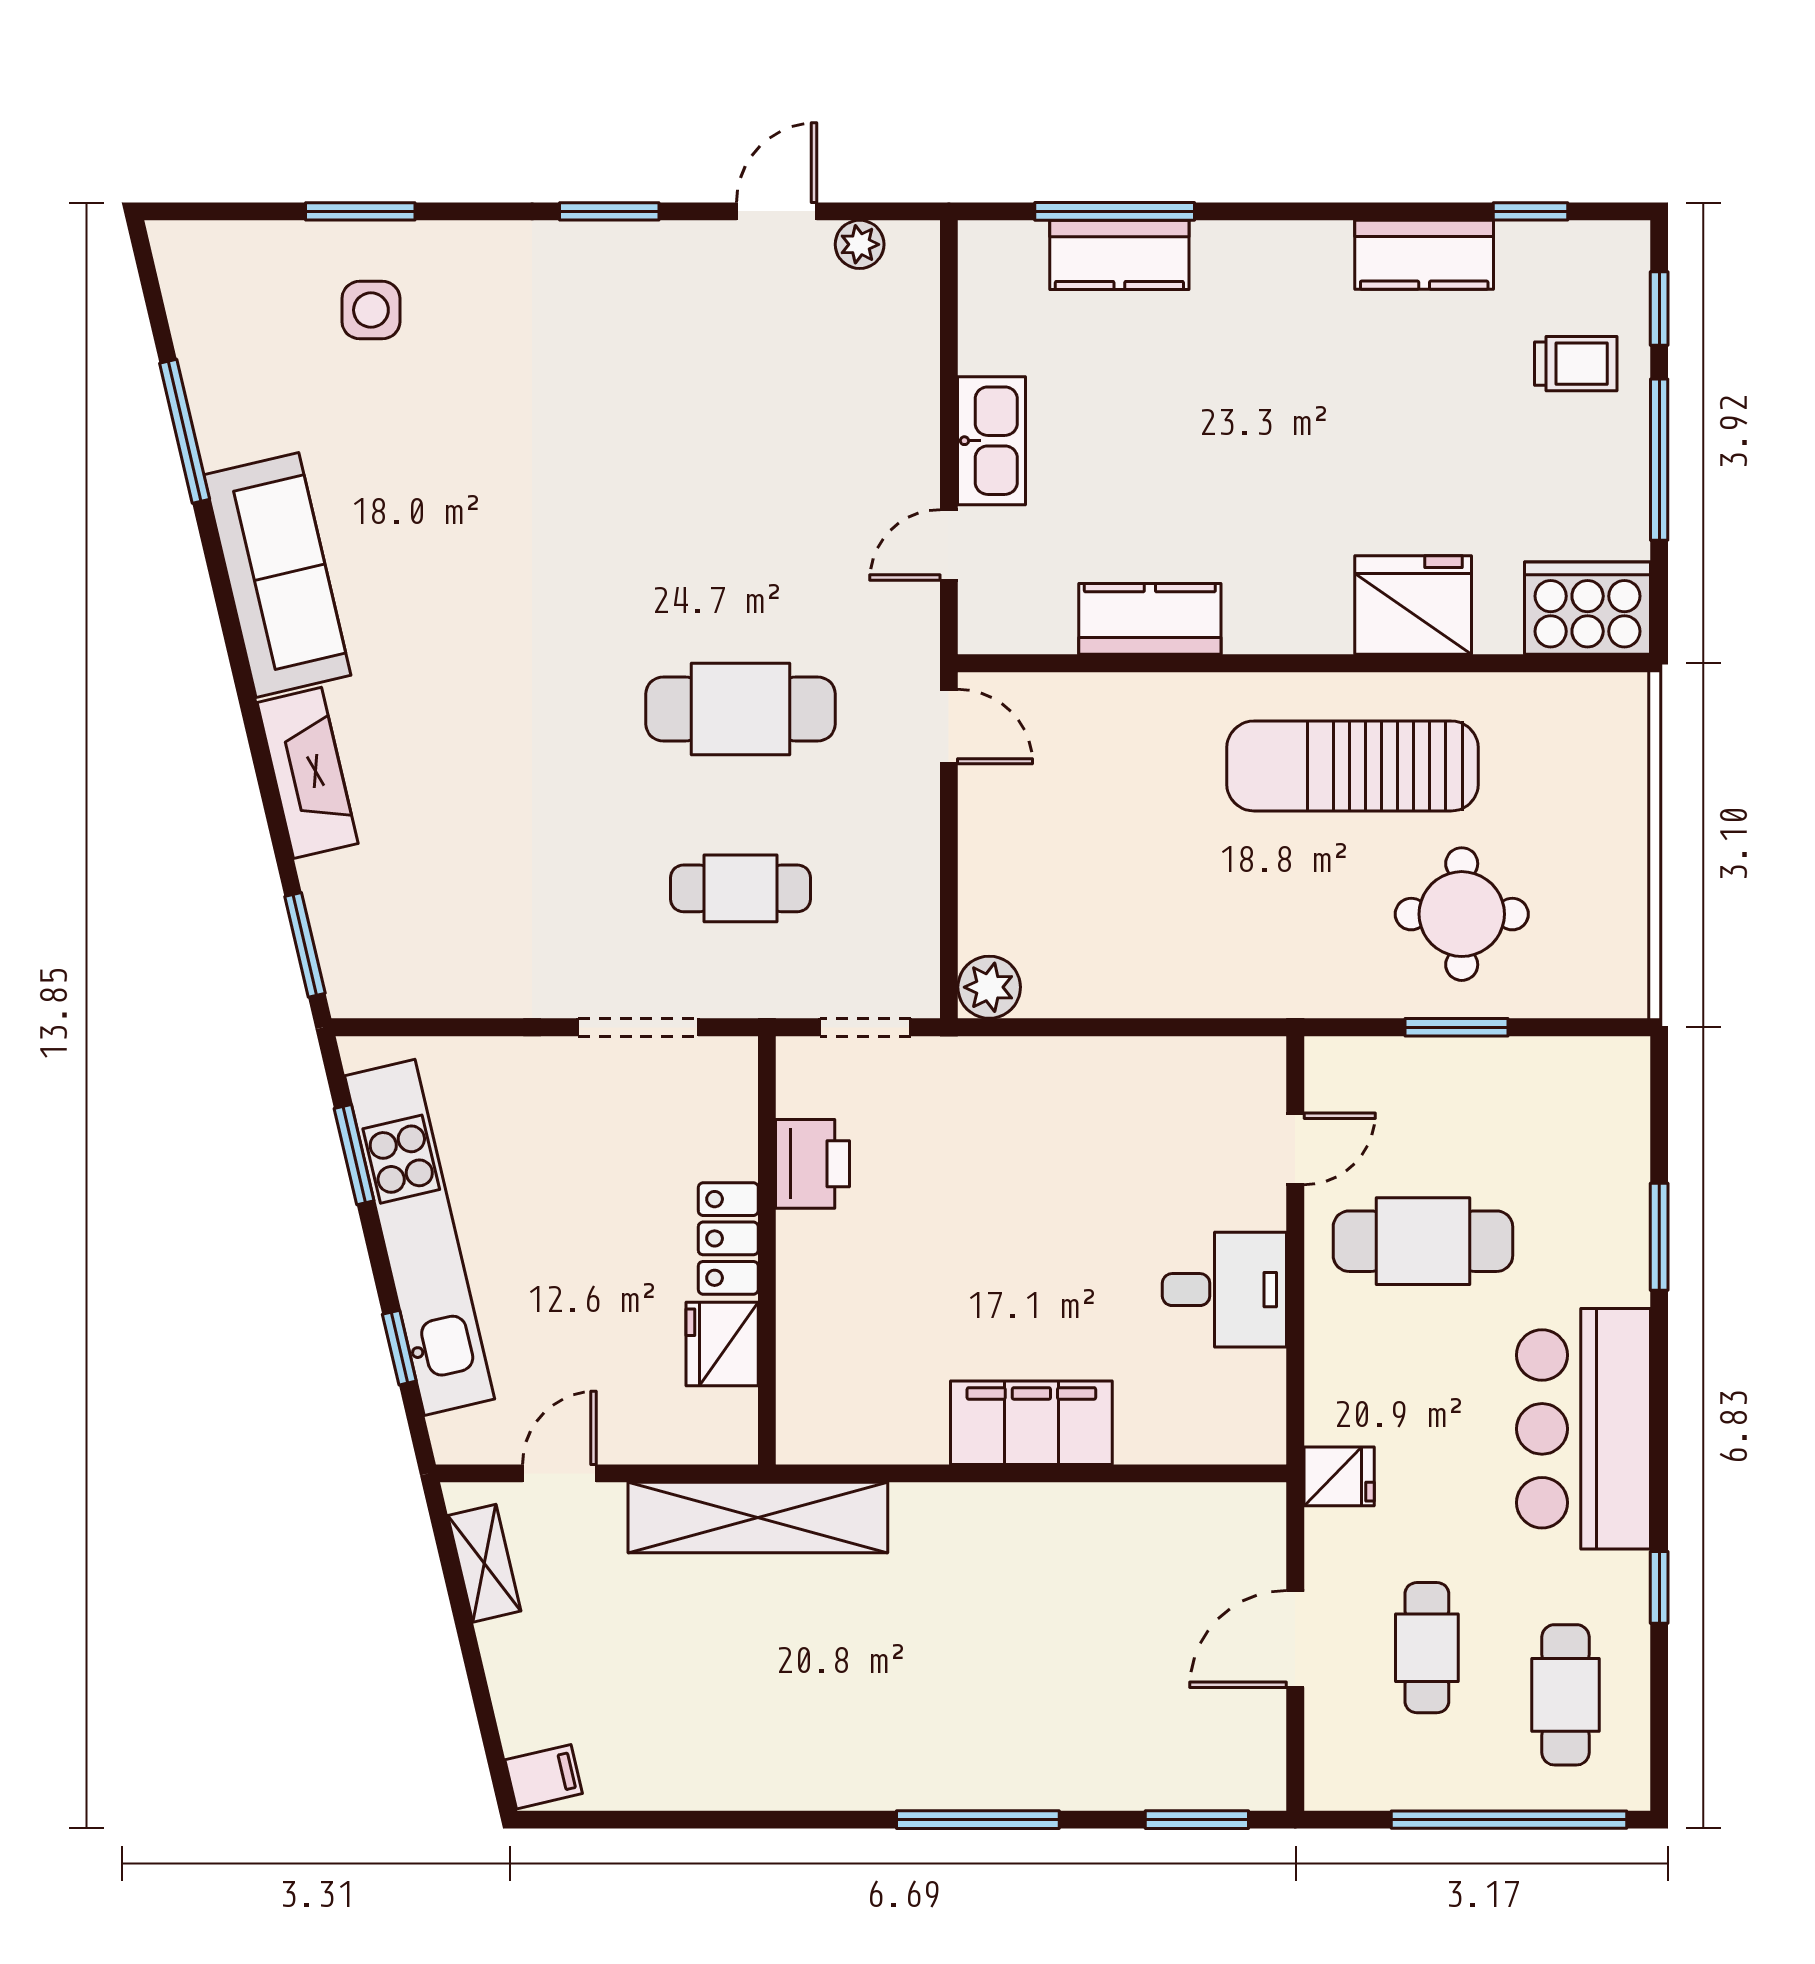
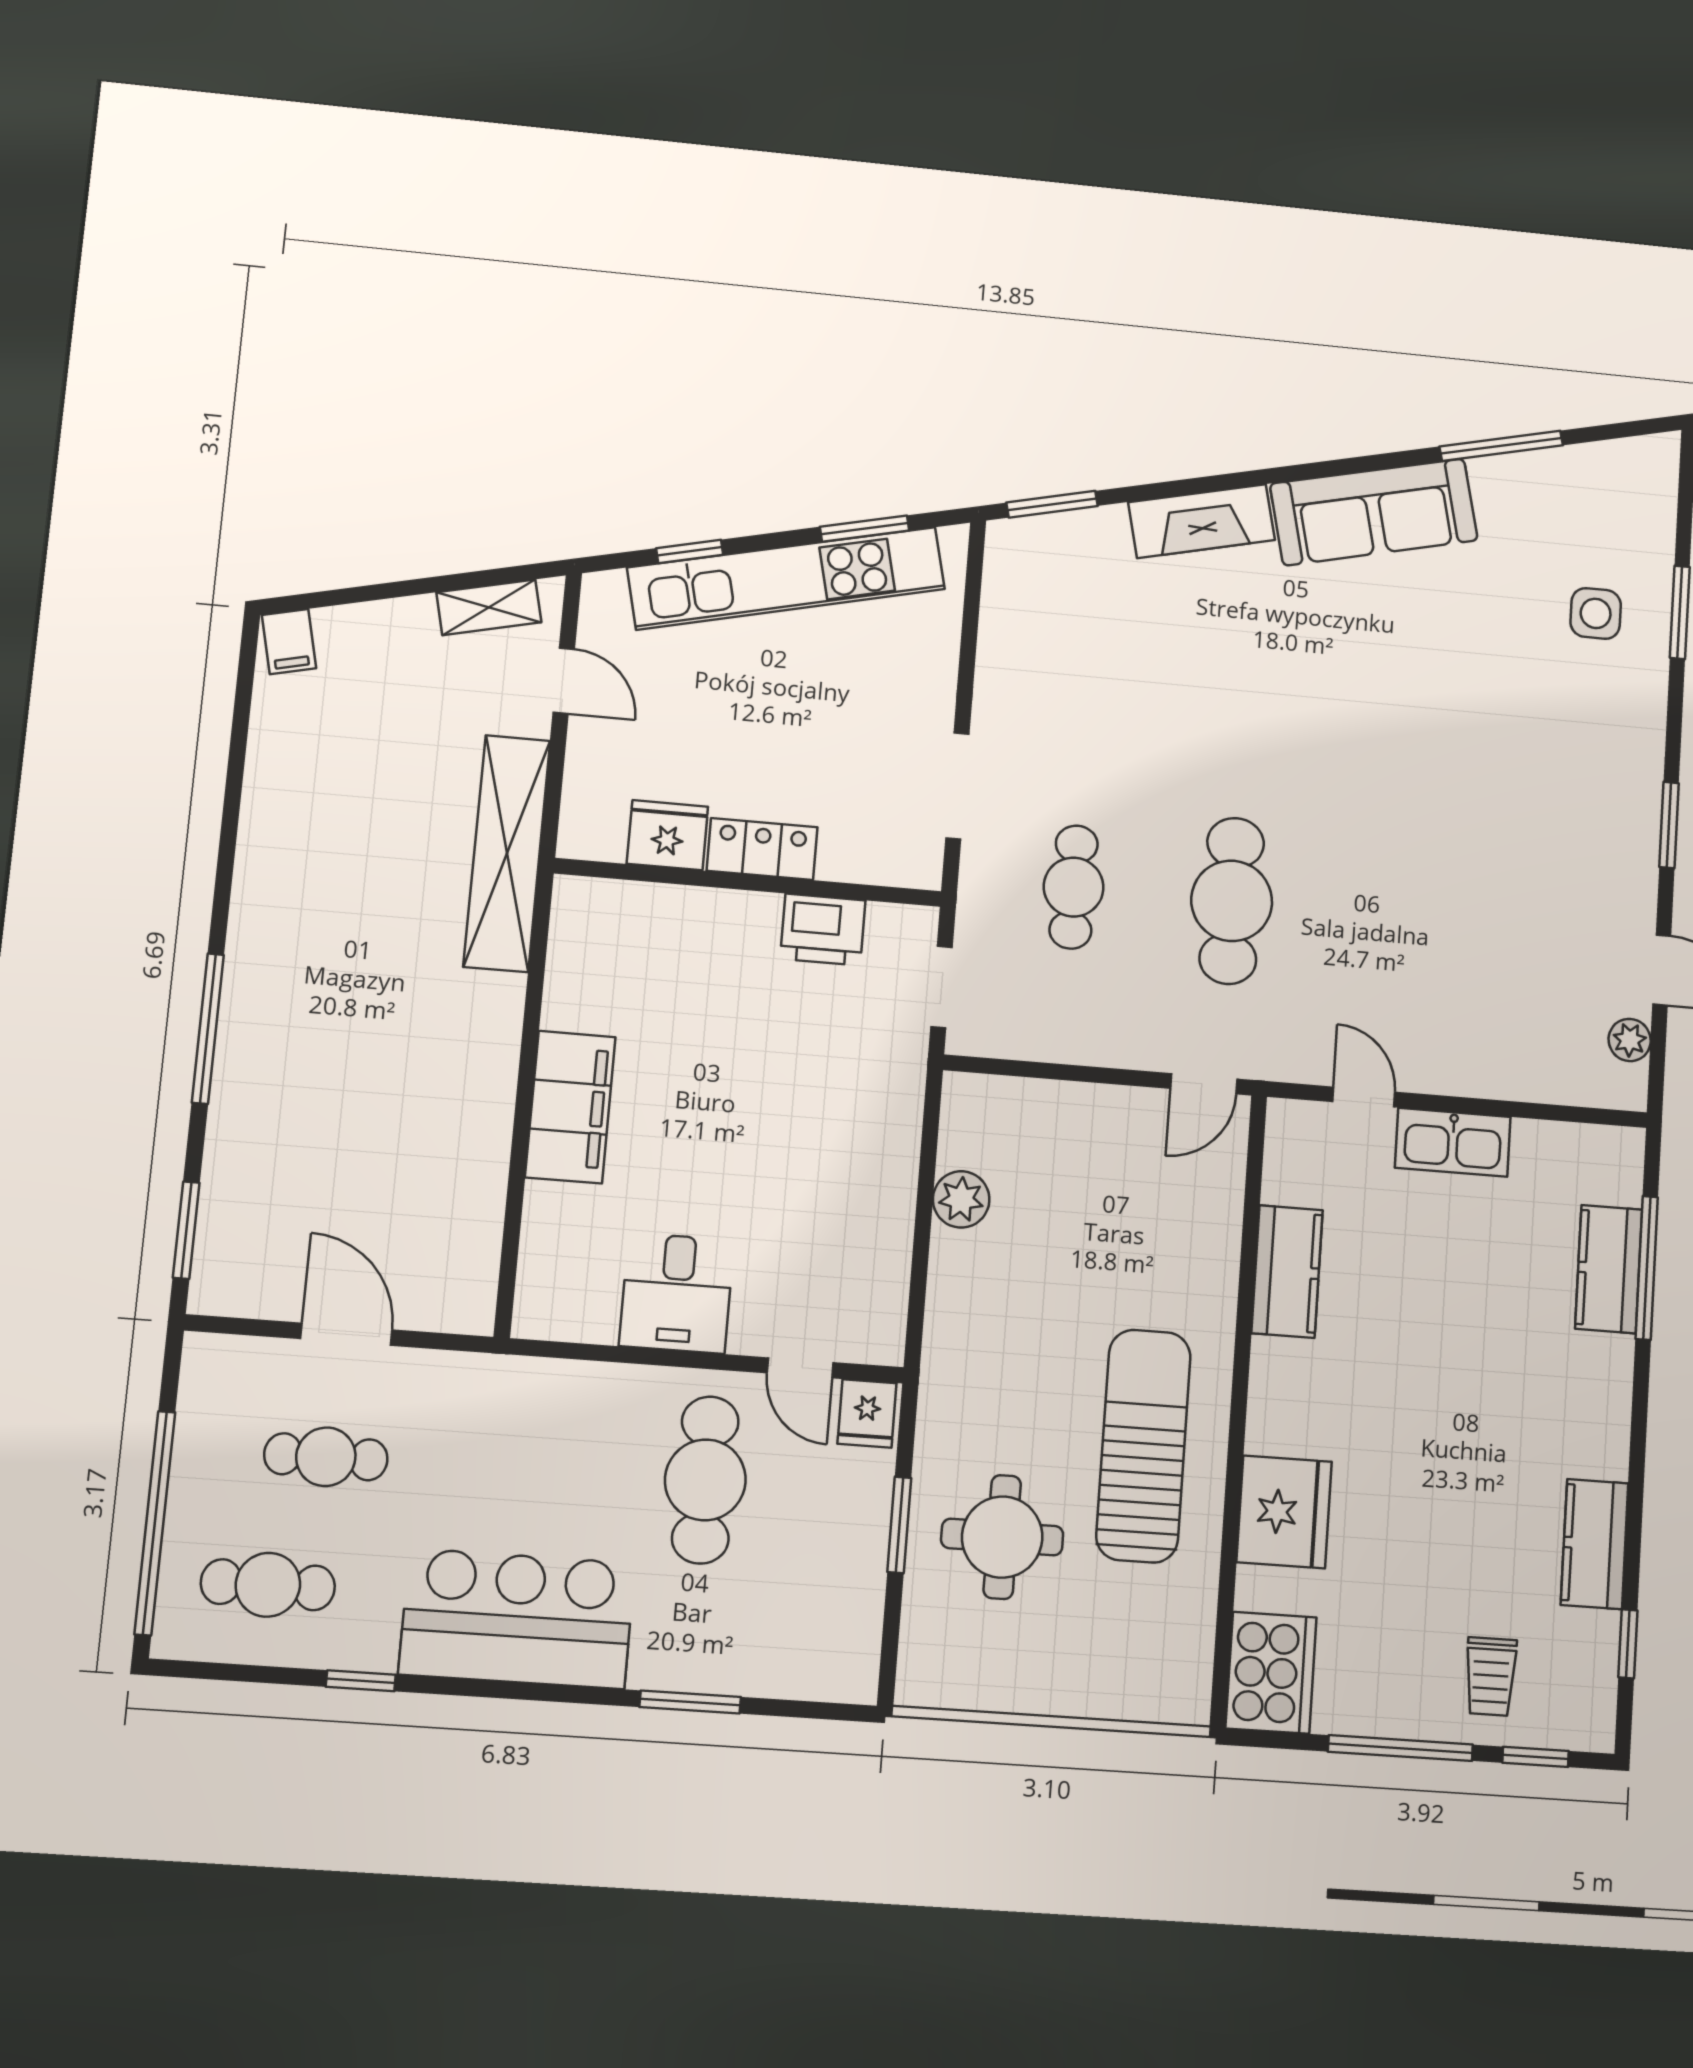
plant: (989, 987) -> (961, 1199), moved
fridge: (1339, 1476) -> (867, 1413), moved

